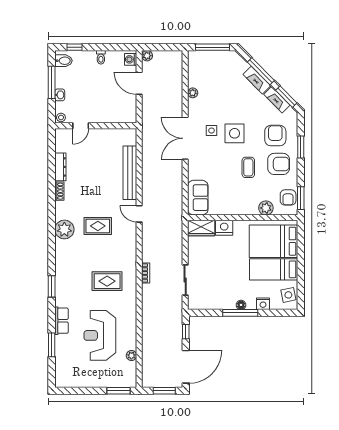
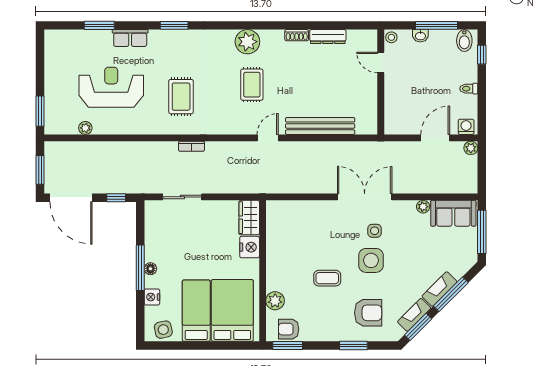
armchair: (279, 164) -> (332, 317), removed
sofa: (198, 198) -> (453, 213), moved

